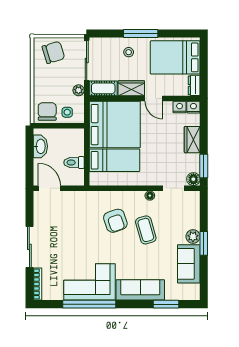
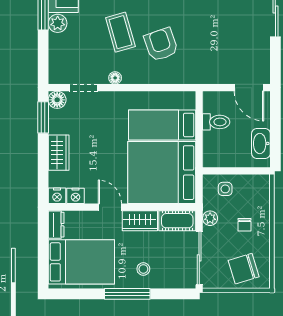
chair: (47, 112) -> (245, 225), moved, width x0.54, depth x0.54

